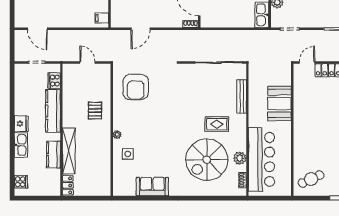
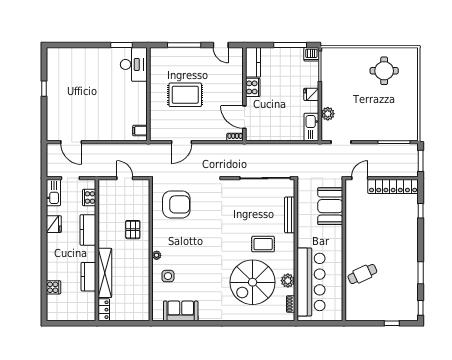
armchair: (136, 87) -> (176, 204), turned -90
booth: (279, 104) -> (330, 206), moved
kitchen counter: (53, 111) -> (88, 230), width x0.67
fridge: (21, 124) -> (54, 224), moved
kitchen sink: (21, 145) -> (53, 193), moved
cafe table: (311, 179) -> (362, 274), moved
cooker: (21, 182) -> (54, 287), moved
sofa: (152, 187) -> (181, 311), moved

